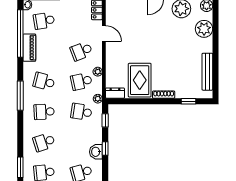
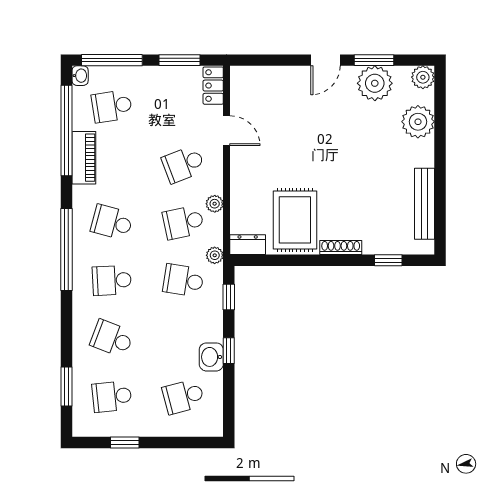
window: (20, 96) -> (66, 249), width x1.46
school desk: (44, 142) -> (112, 338), turned 39

